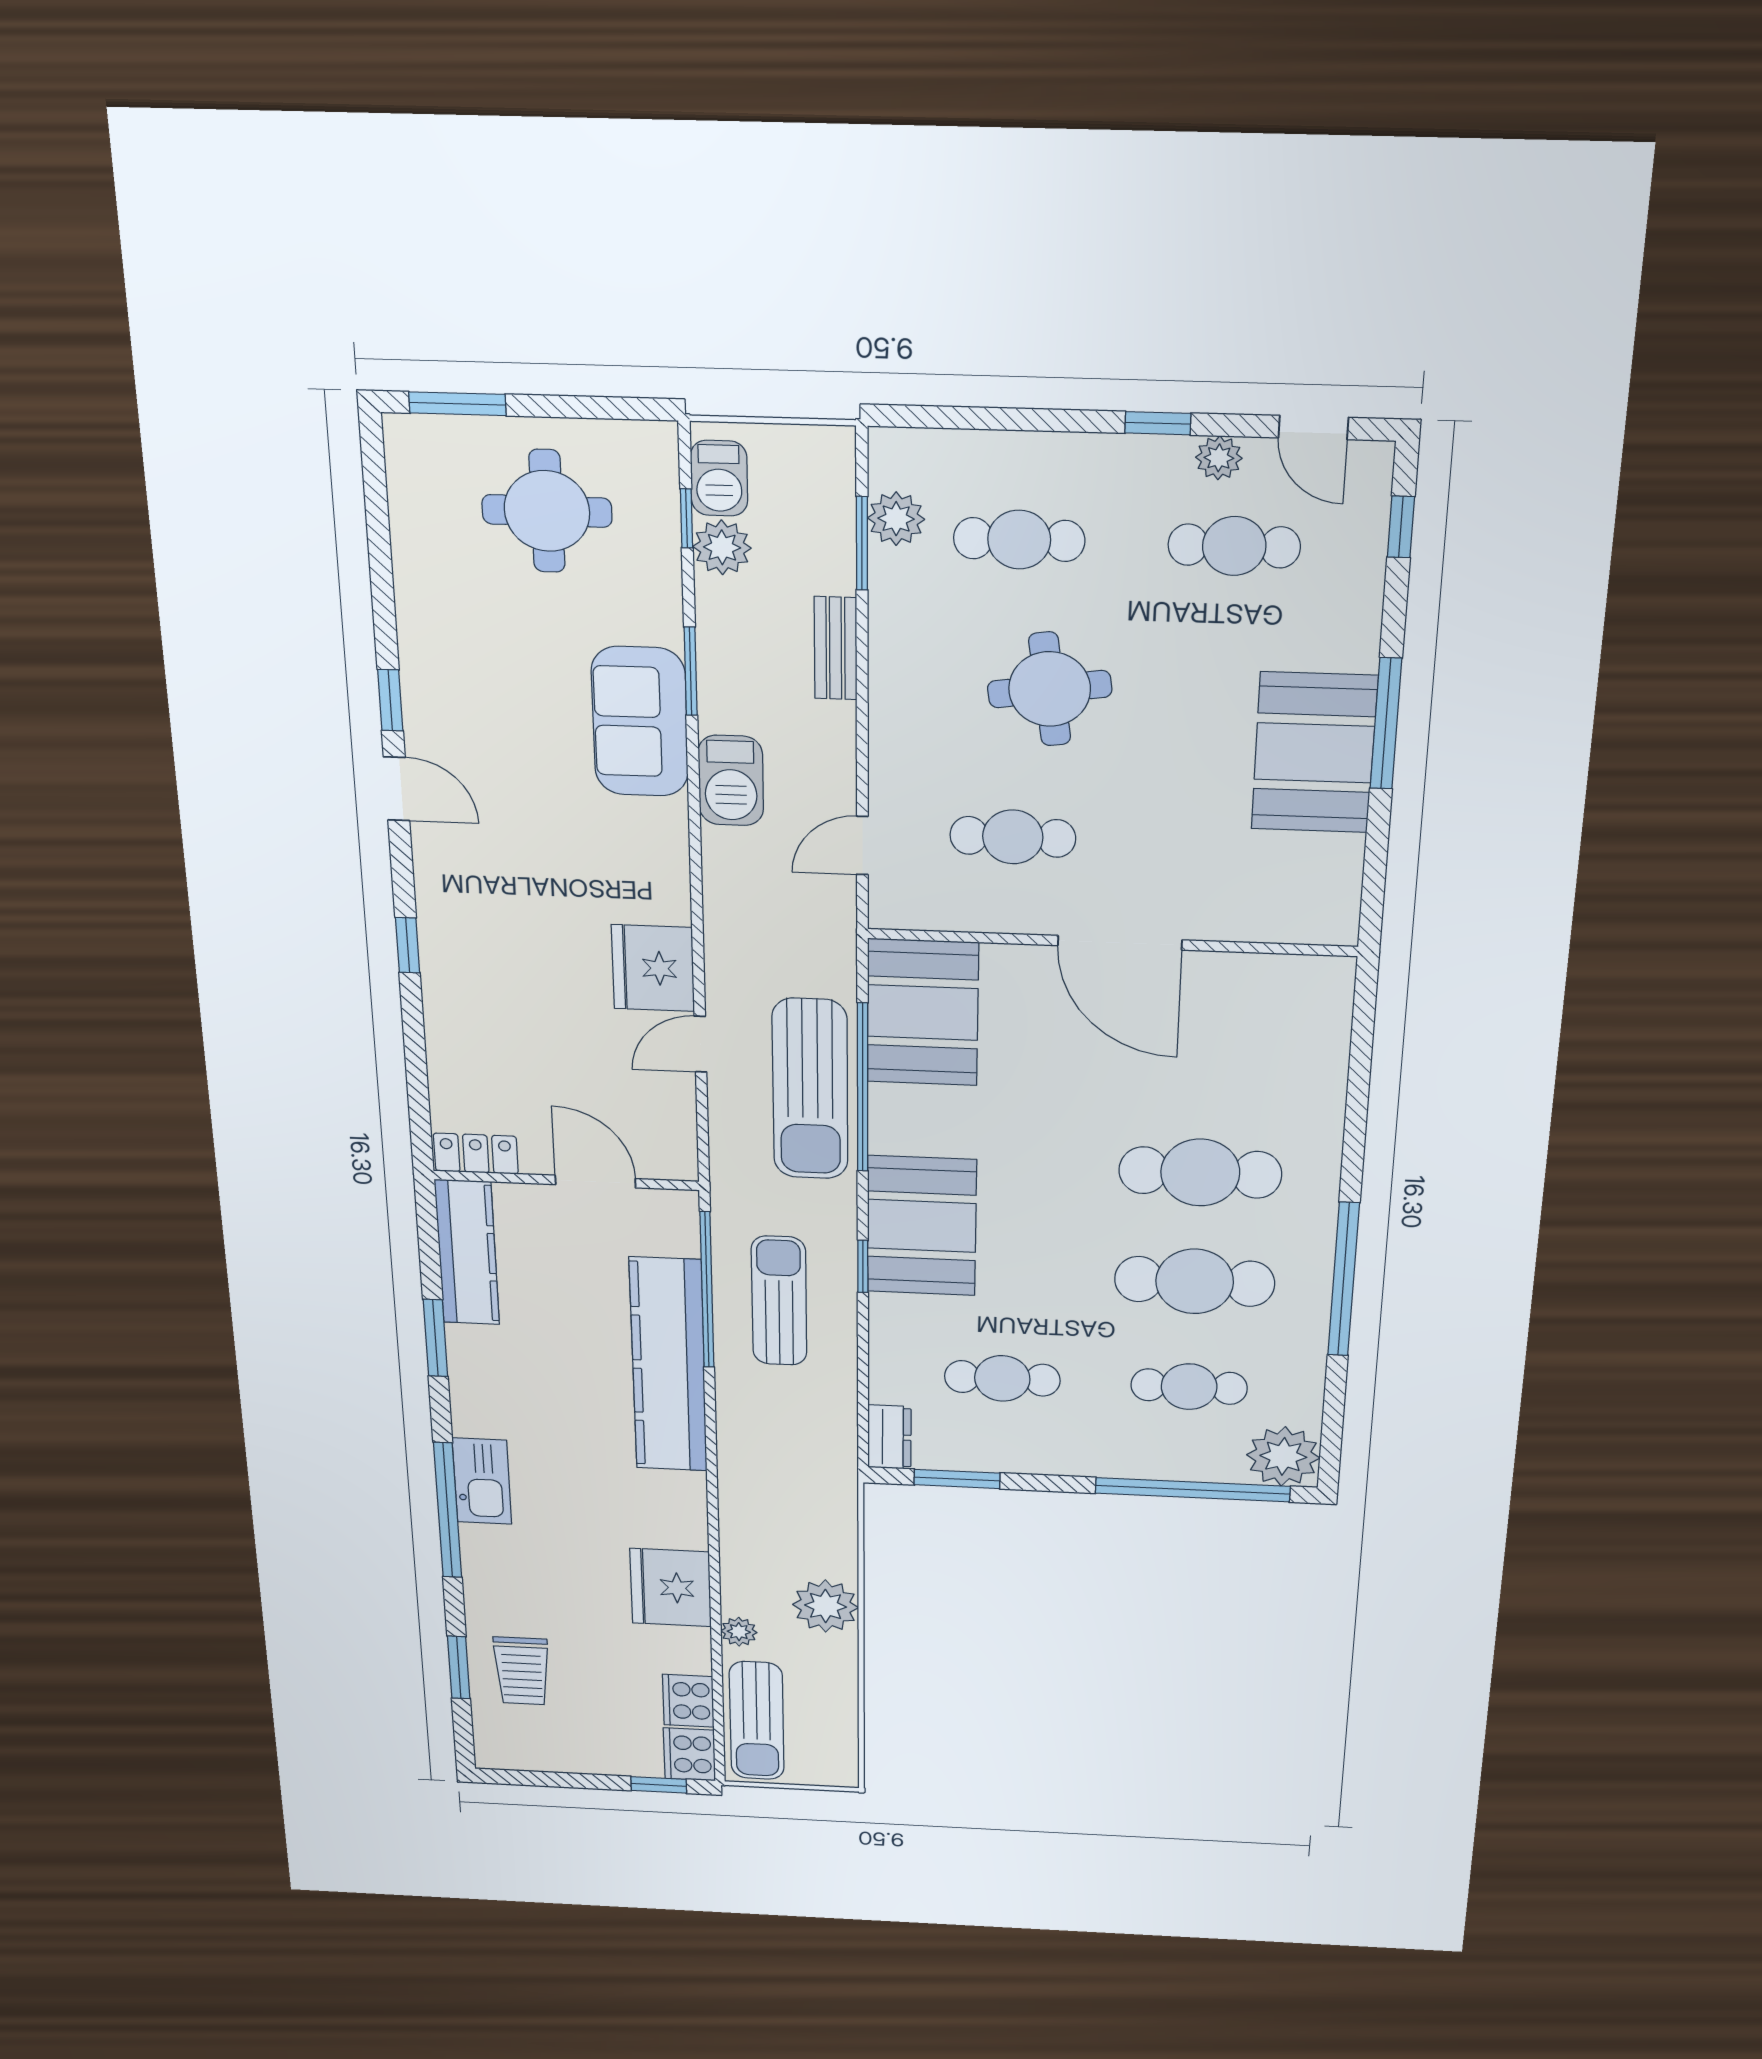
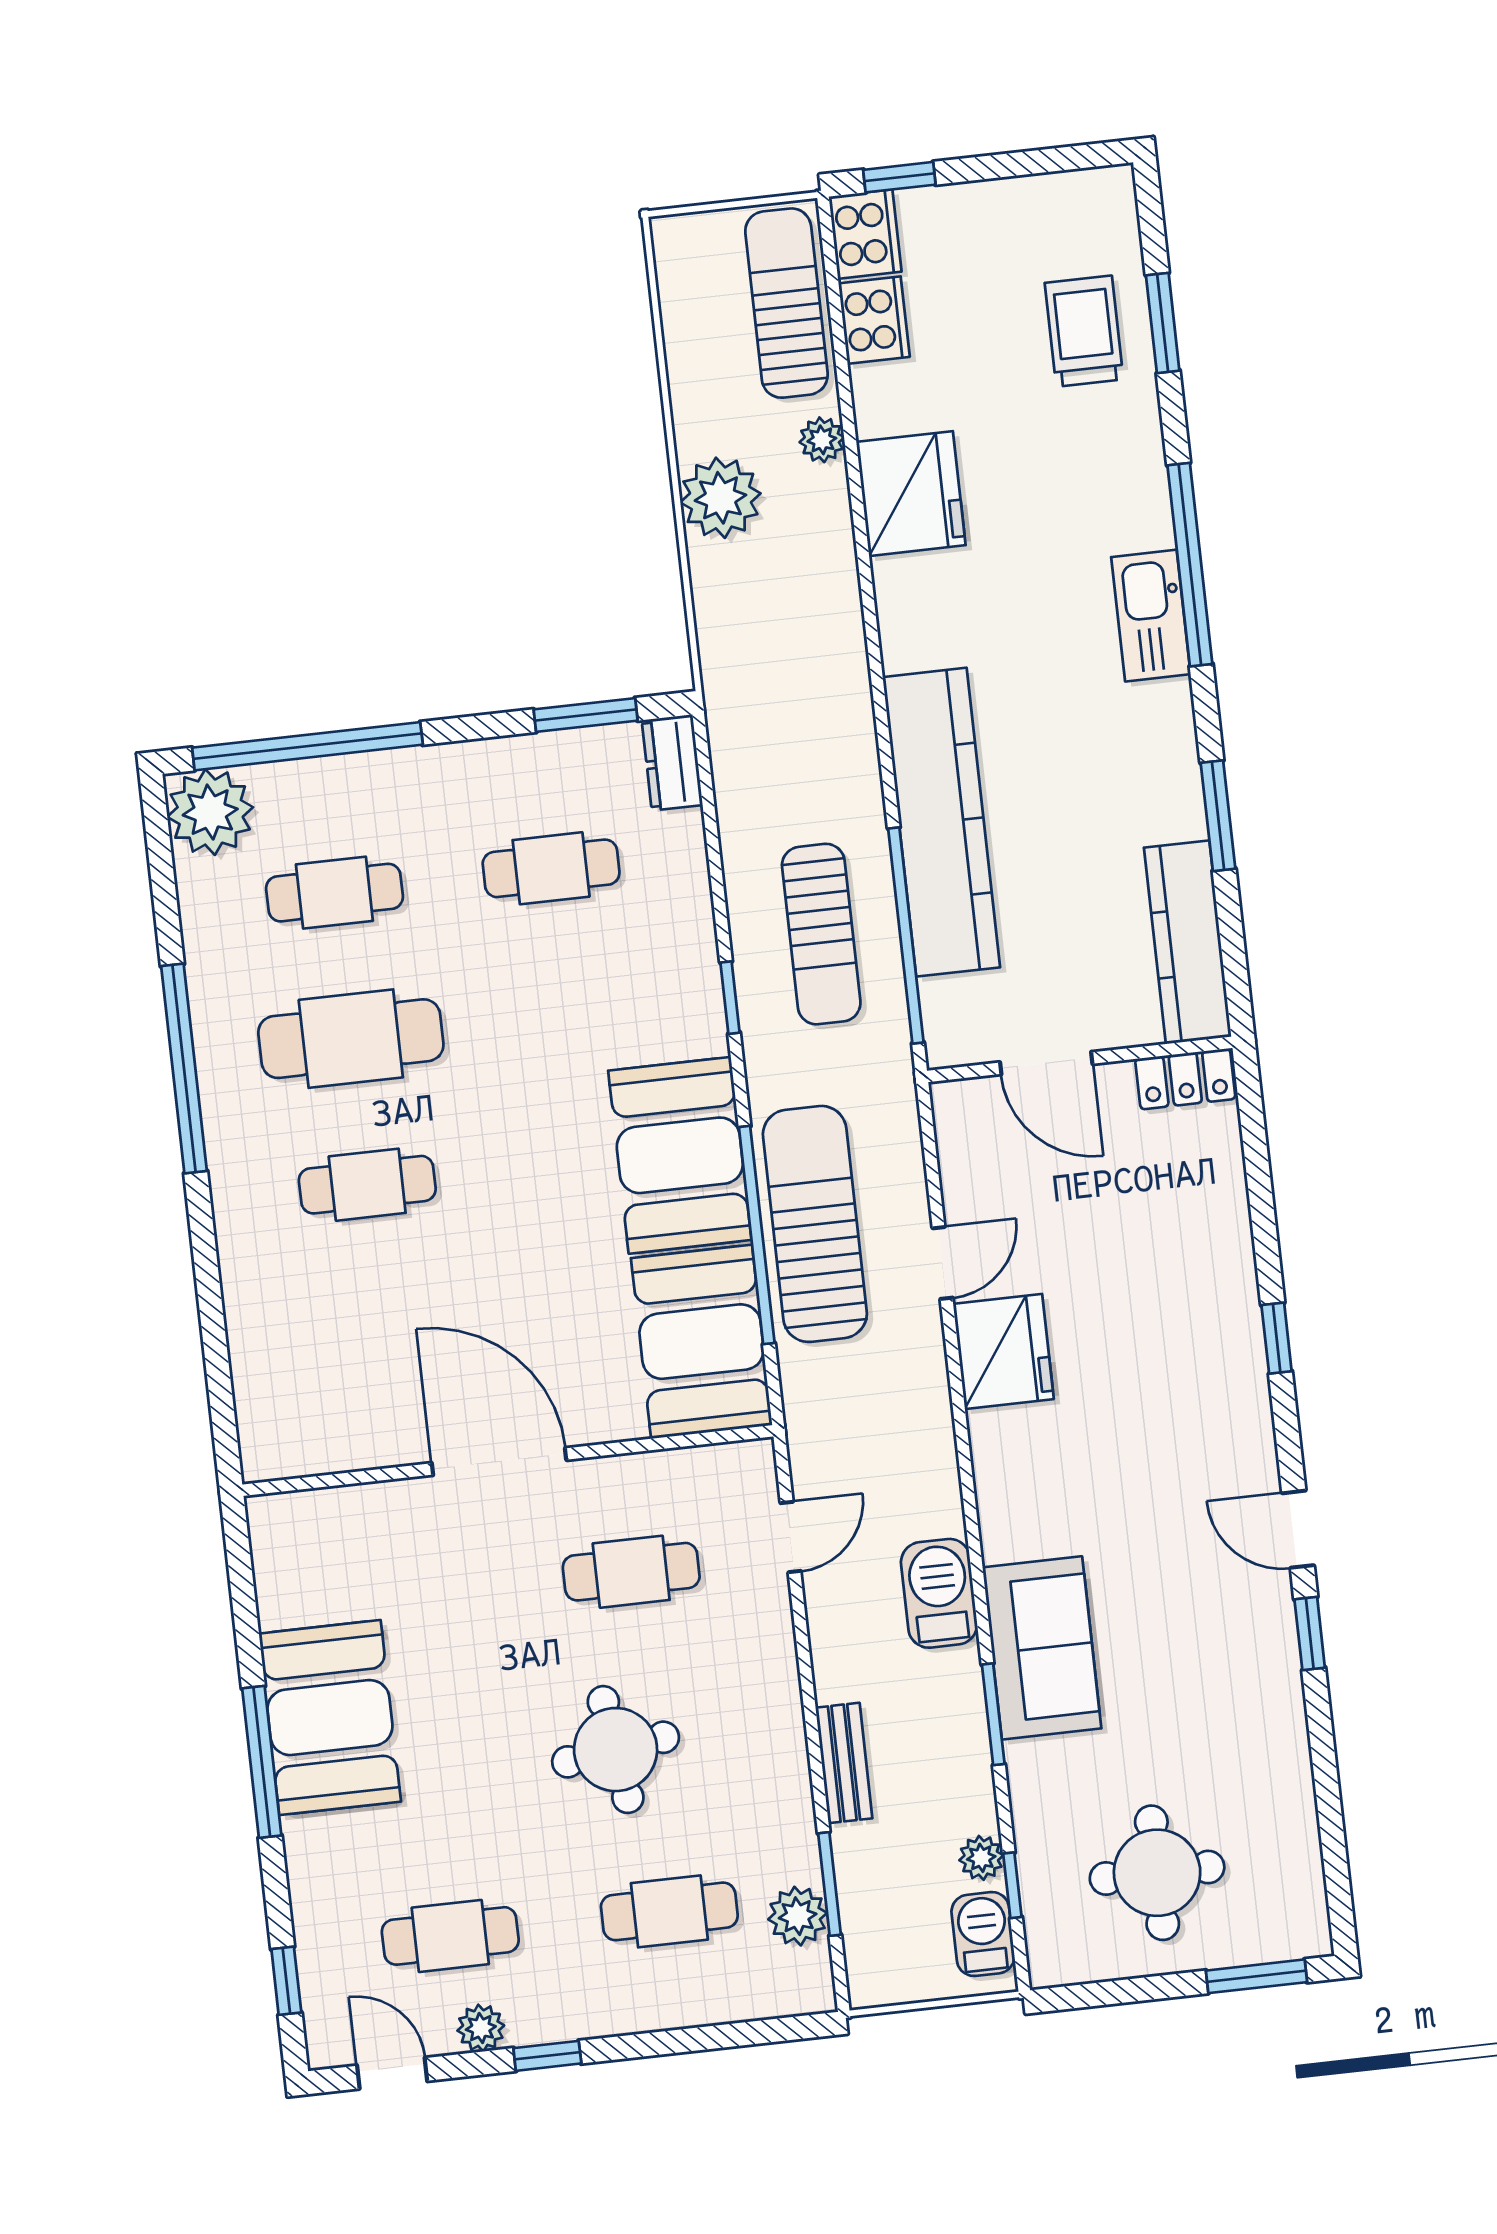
plant: (722, 547) -> (981, 1858), width x0.73, depth x0.73
cafe table: (1200, 1173) -> (367, 1185), width x0.73, depth x0.74
booth: (922, 1226) -> (680, 1155), moved

